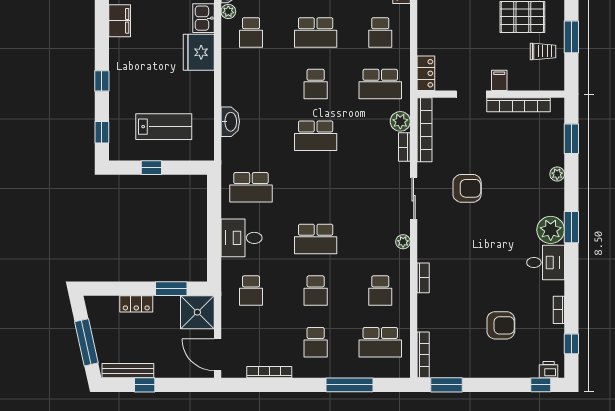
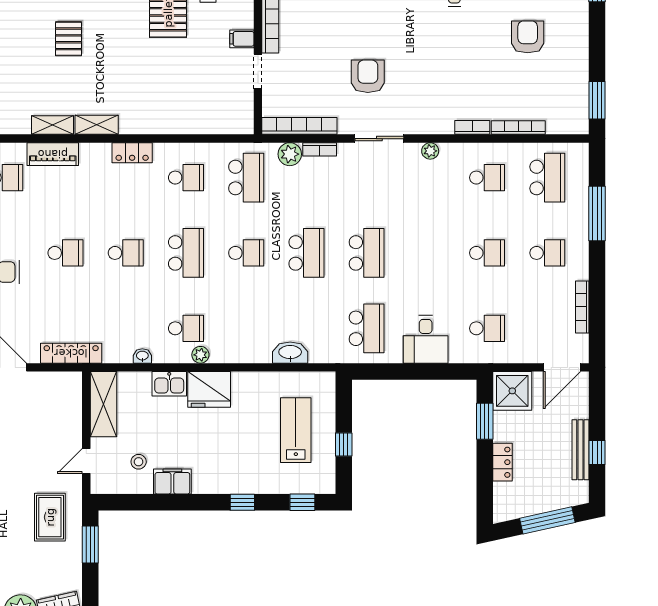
plant: (228, 11) -> (200, 355), moved
locker: (426, 73) -> (234, 124), removed
school desk: (316, 239) -> (367, 253), moved
bookcase: (423, 355) -> (518, 128), moved
bench: (128, 371) -> (580, 450), moved

